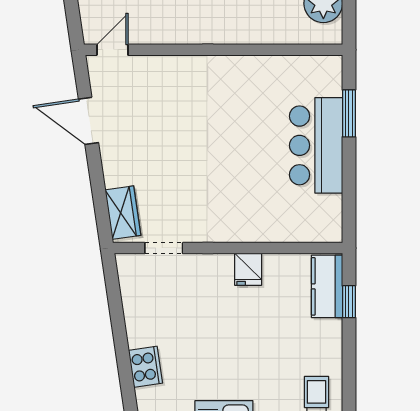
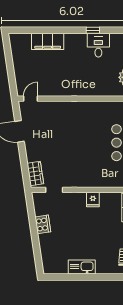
cooker: (145, 367) -> (43, 224), moved

